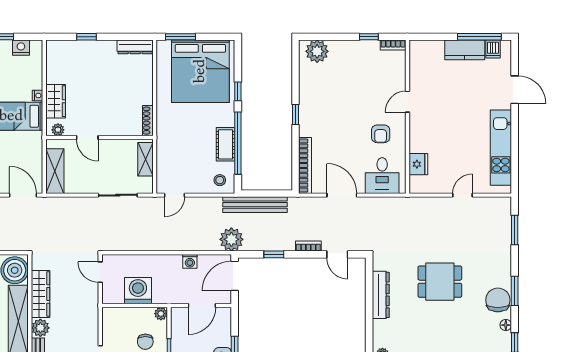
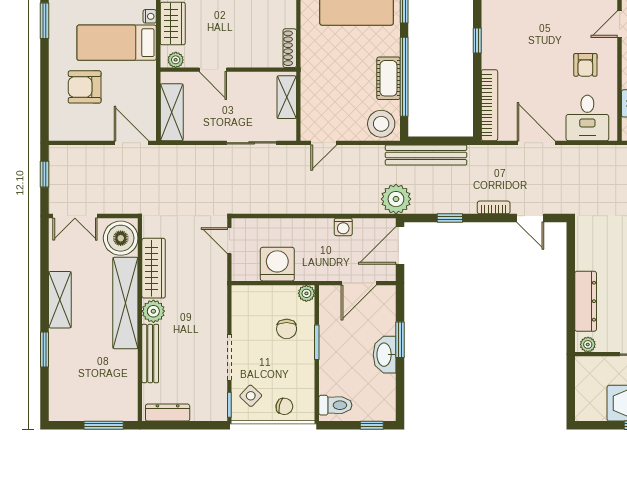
stool: (220, 180) -> (381, 124), width x1.89, depth x1.89
dresser: (381, 295) -> (586, 301), moved

